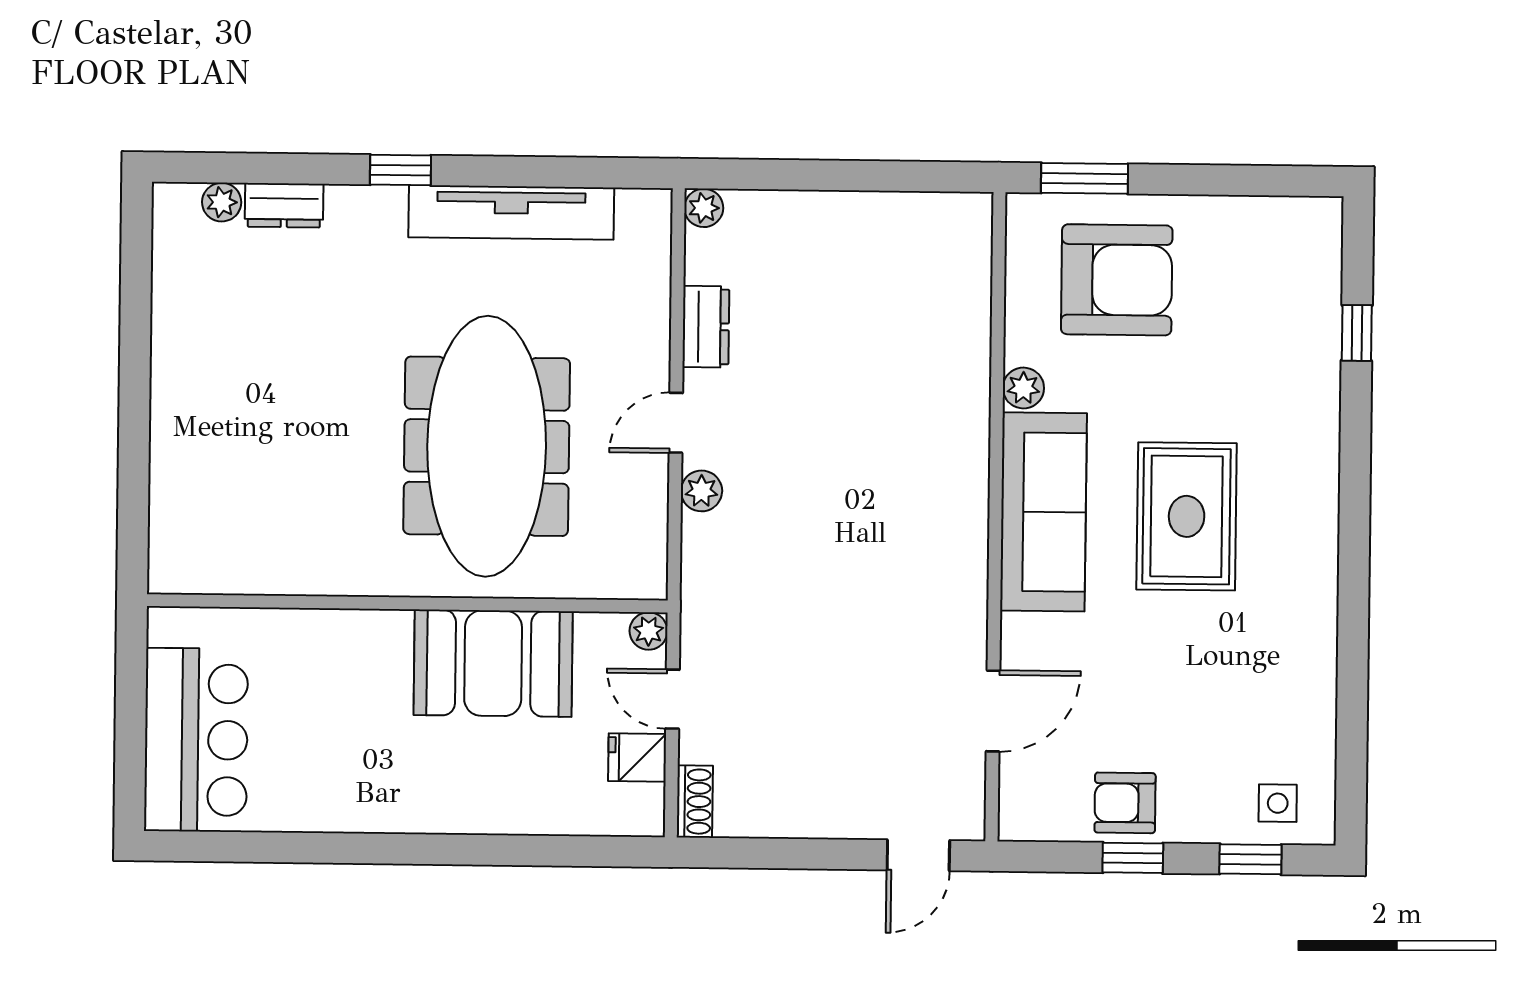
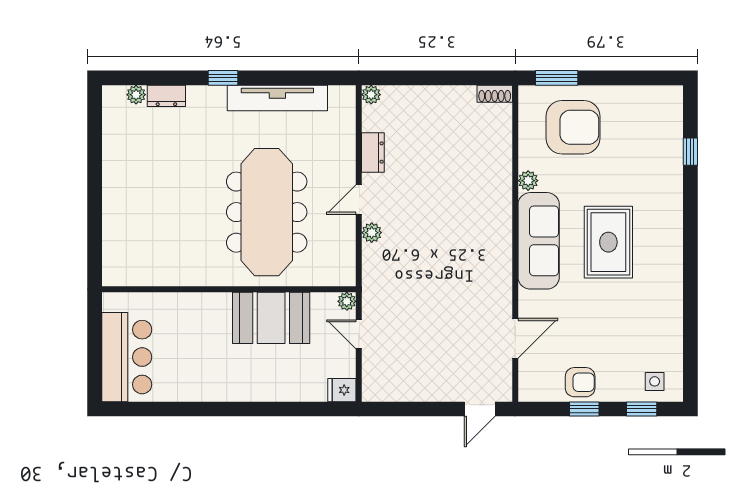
fridge: (637, 758) -> (342, 390), moved
shoe rack: (695, 801) -> (495, 94), moved, turned 90
armchair: (1125, 803) -> (580, 382), turned 180

